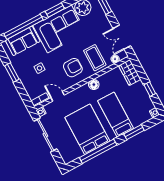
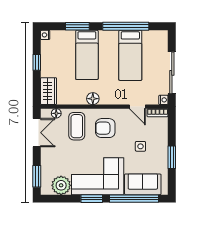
bed: (87, 129) -> (130, 55), width x0.67

